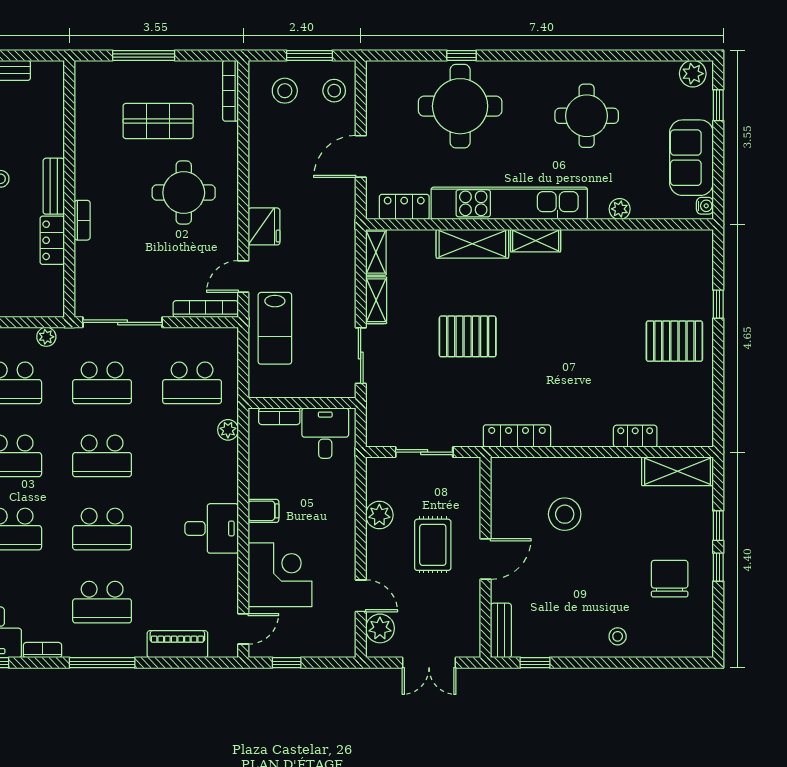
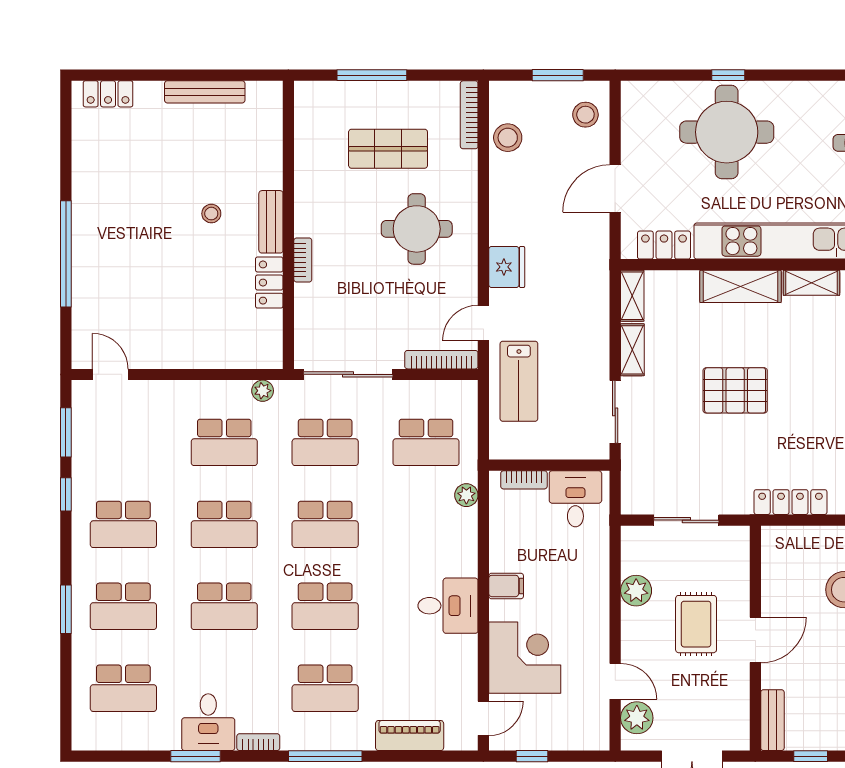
stool: (285, 91) -> (508, 138), moved

